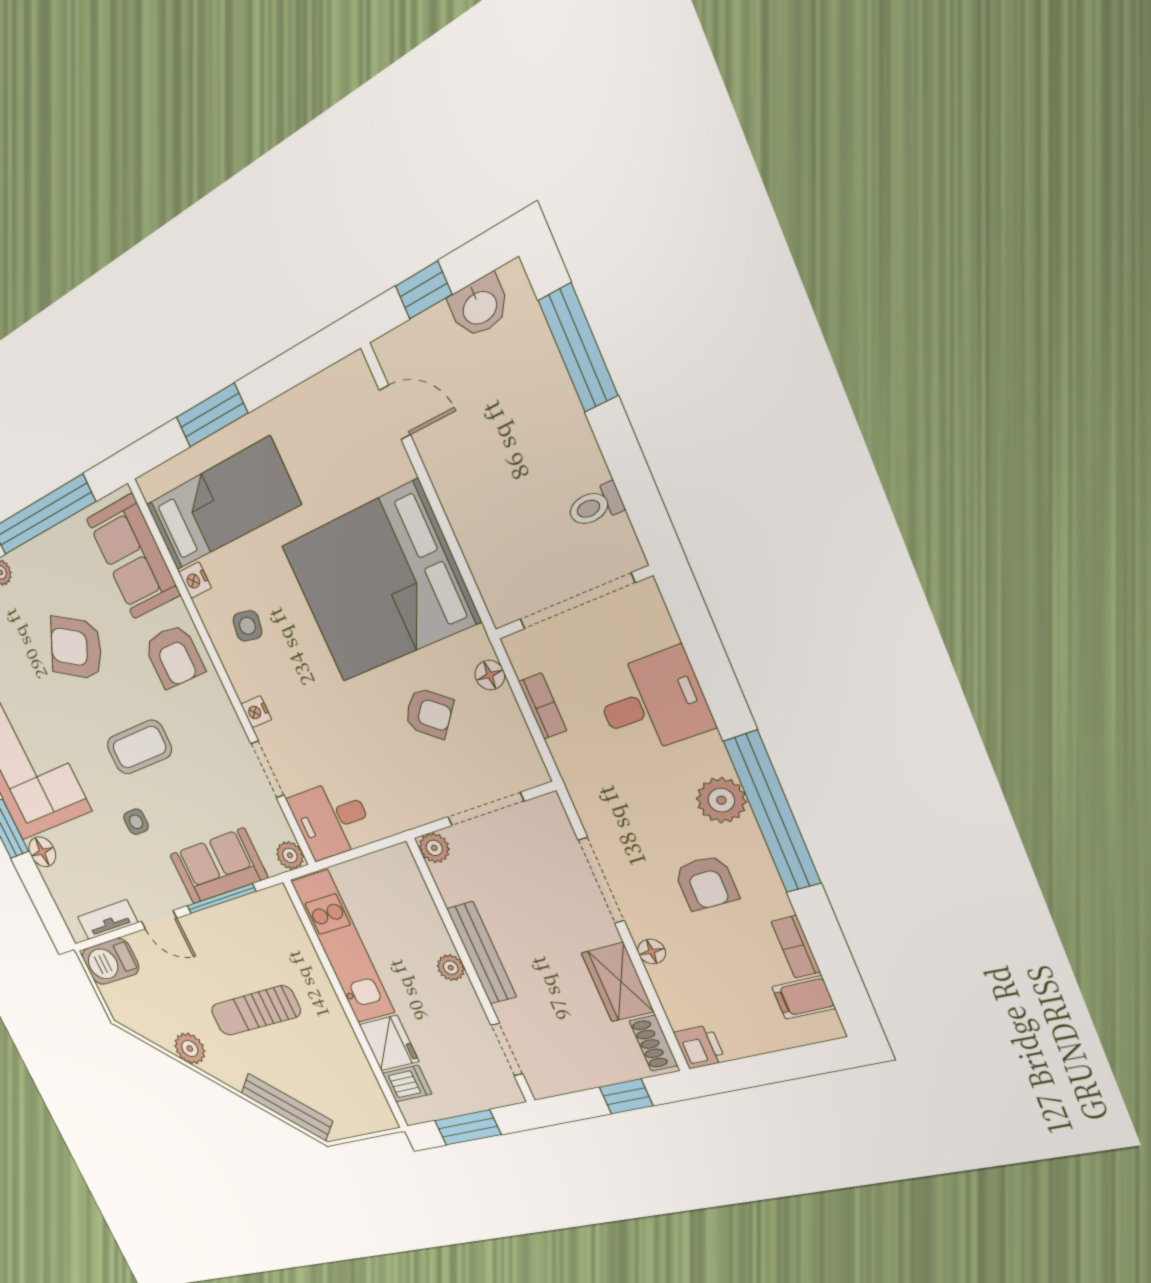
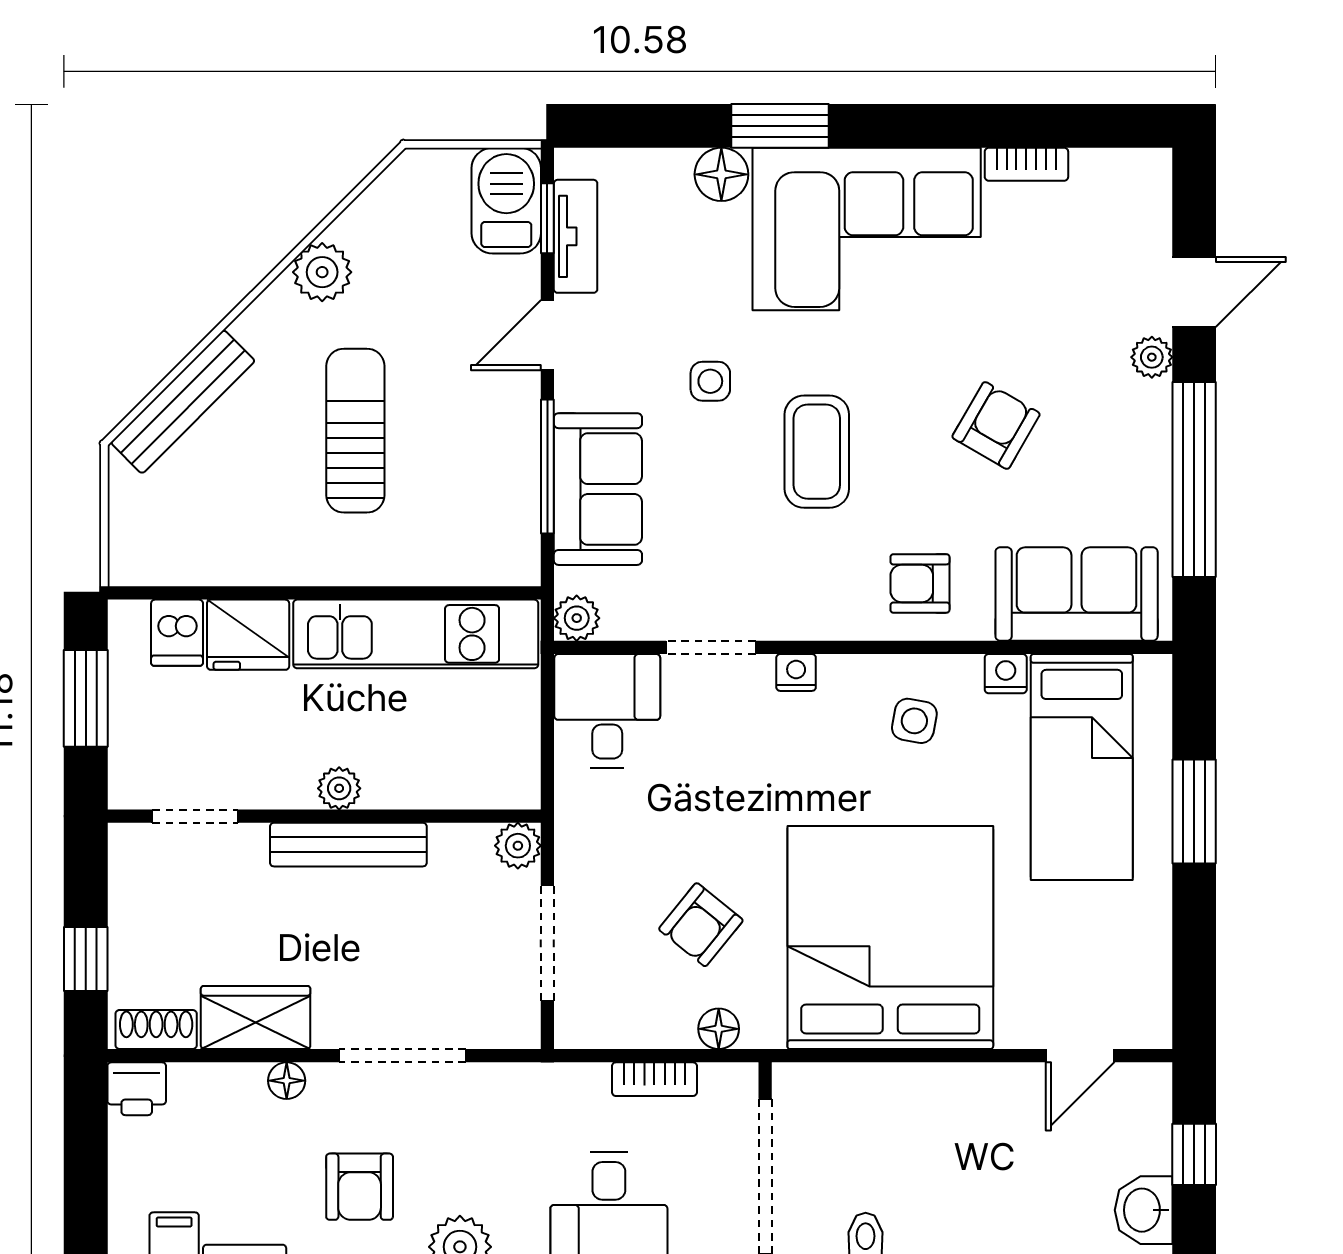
armchair: (76, 648) -> (996, 425), width x0.72, depth x0.72
armchair: (174, 656) -> (920, 583), width x0.72, depth x0.72
armchair: (706, 883) -> (360, 1187), turned -90
window: (107, 937) -> (547, 218), added

